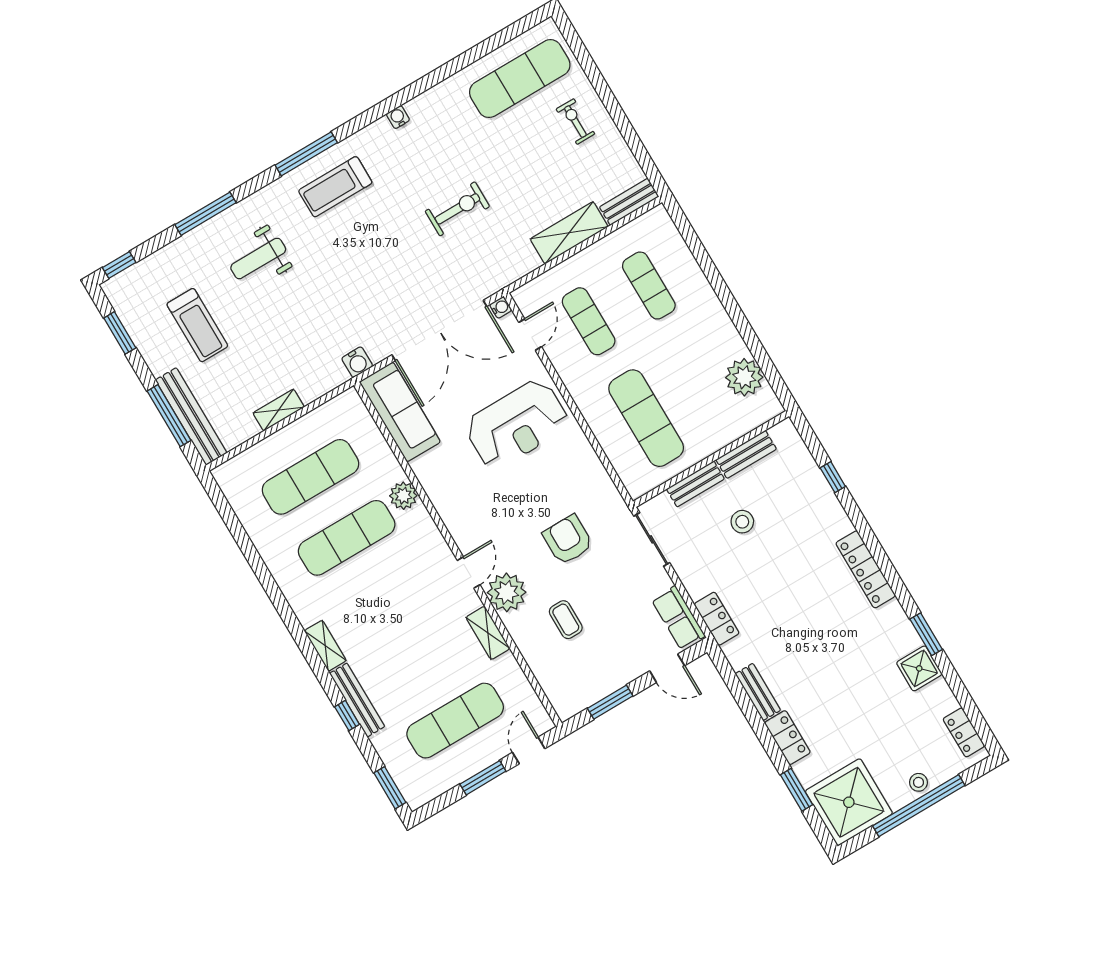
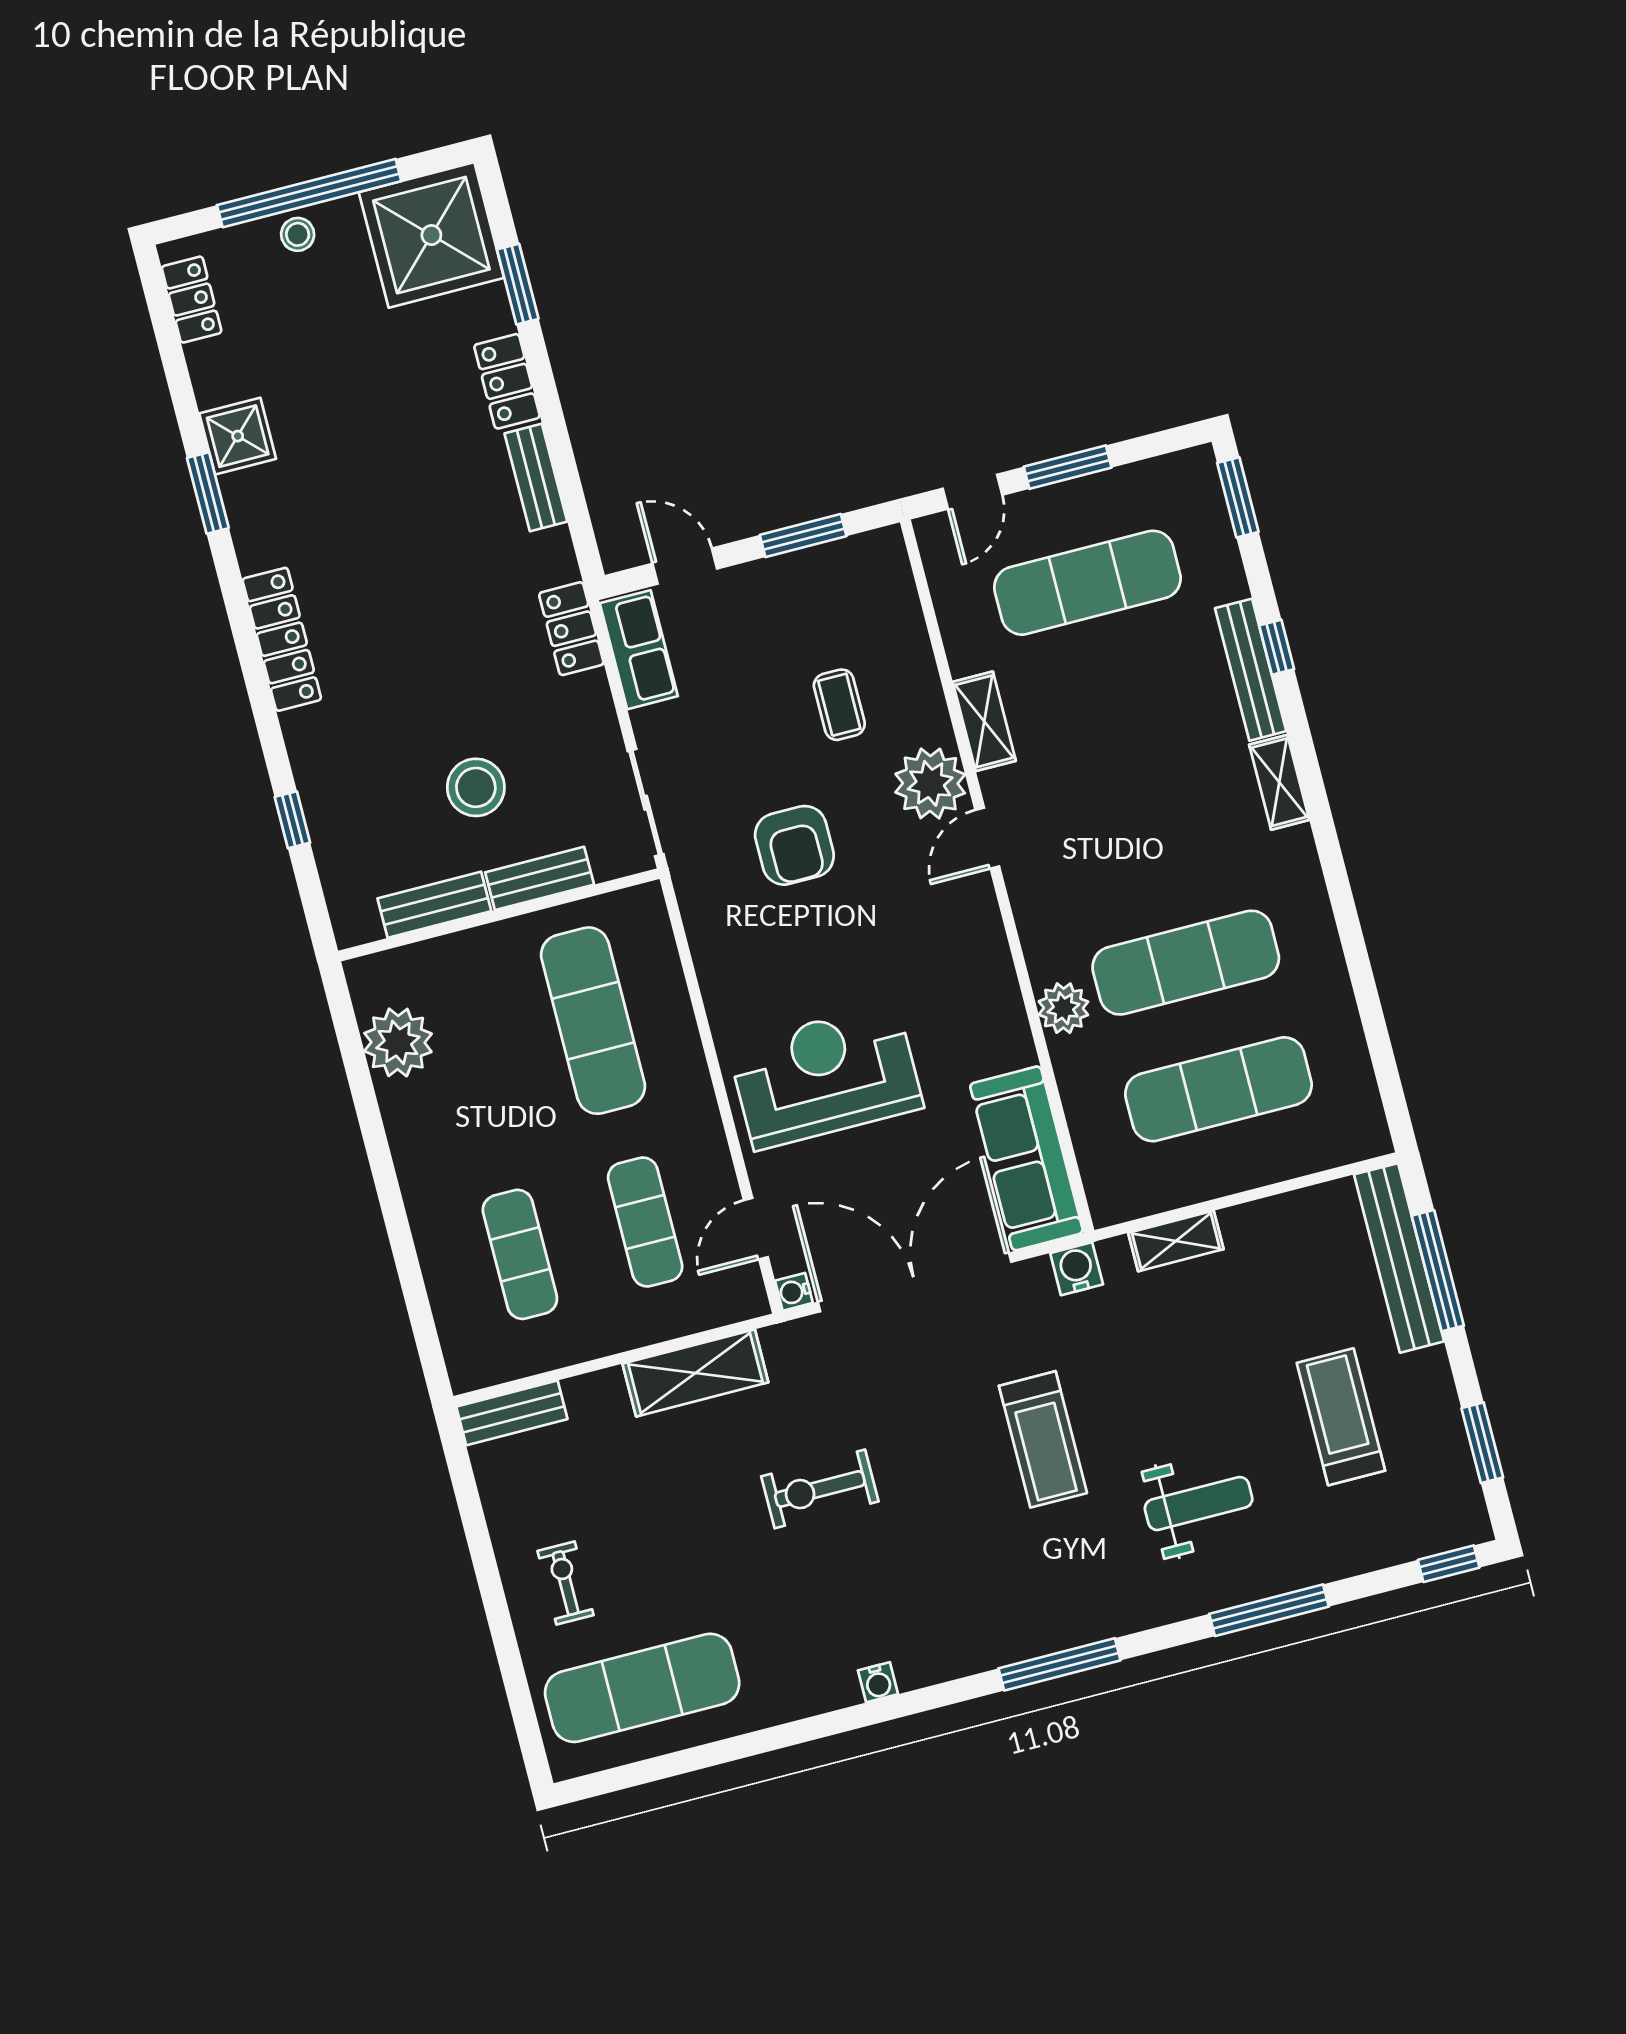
exercise bike: (575, 121) -> (566, 1583), turned 180
treadmill: (335, 187) -> (1043, 1439), moved, turned 90
shelving: (569, 233) -> (695, 1373), moved
shelving: (279, 410) -> (1176, 1241), moved
stool: (742, 522) -> (476, 787), width x1.38, depth x1.38

